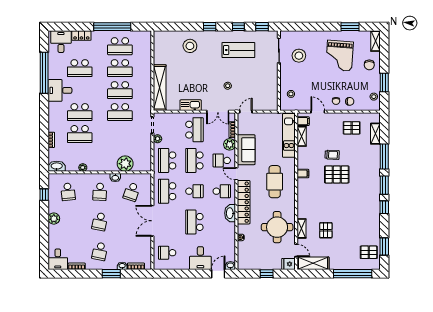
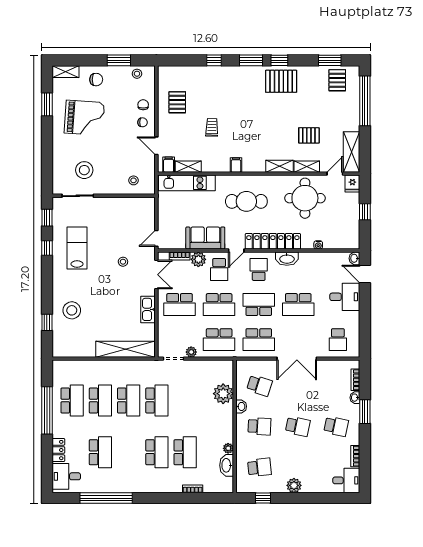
window: (210, 27) -> (47, 322), moved
desk: (60, 90) -> (129, 478), removed
door: (246, 112) -> (156, 238), hinge flipped
door: (318, 112) -> (156, 146), hinge flipped
school desk: (194, 130) -> (180, 305), turned 180
shelving: (375, 134) -> (279, 166), moved
window: (384, 157) -> (214, 60), width x0.46
washbasin: (57, 166) -> (227, 465), moved
pallet: (337, 174) -> (281, 81), moved, turned 90
school desk: (194, 191) -> (259, 305), width x1.85

